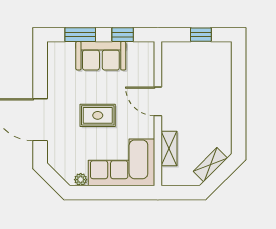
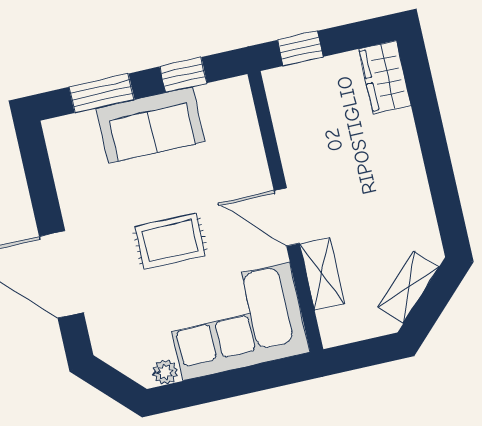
window: (201, 35) -> (300, 48), moved
wardrobe: (222, 58) -> (385, 77), added
door: (158, 101) -> (287, 217), moved

